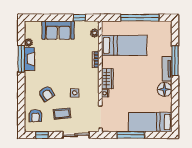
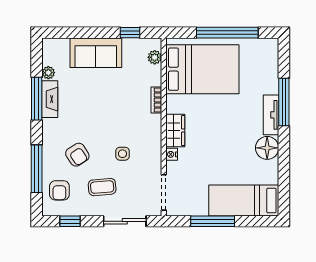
bed: (124, 45) -> (202, 69), width x1.50
window: (21, 102) -> (37, 169), added

